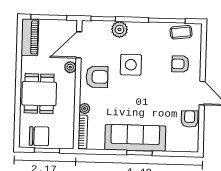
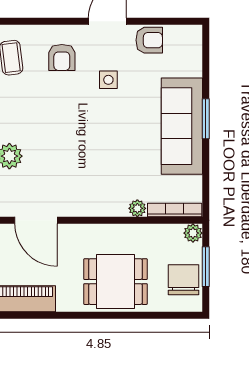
side table: (131, 65) -> (108, 80), moved, width x0.54, depth x0.54
plant: (70, 67) -> (193, 233), moved
armchair: (97, 77) -> (86, 190), removed
armchair: (190, 119) -> (149, 40), turned 180

